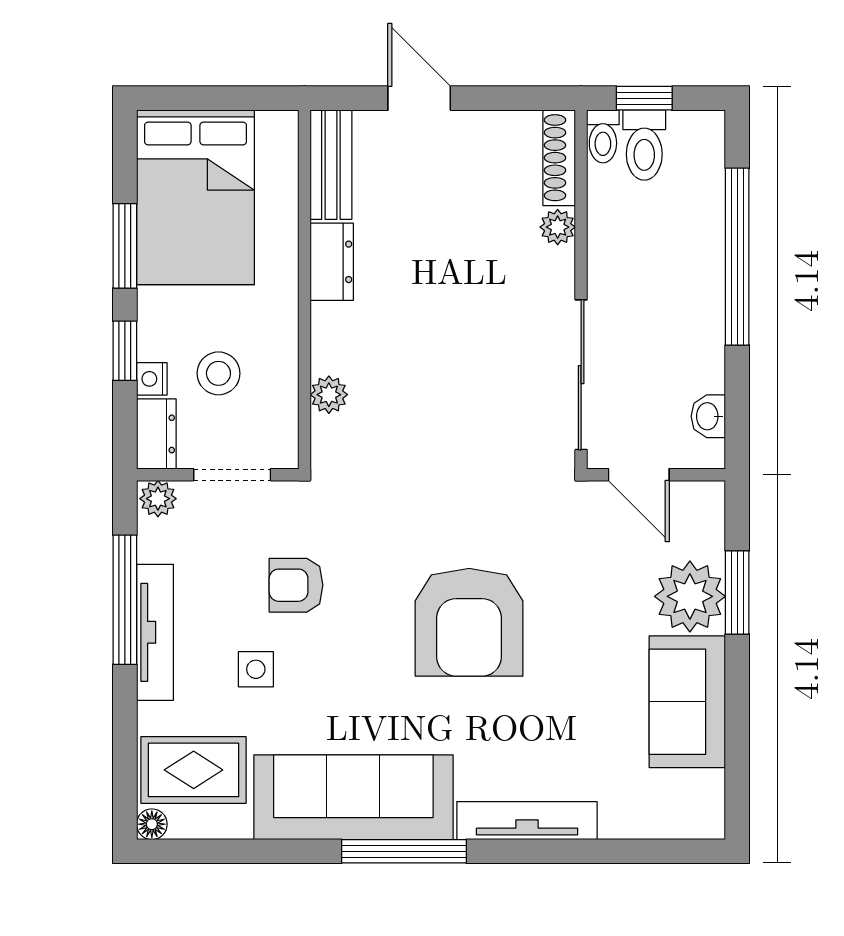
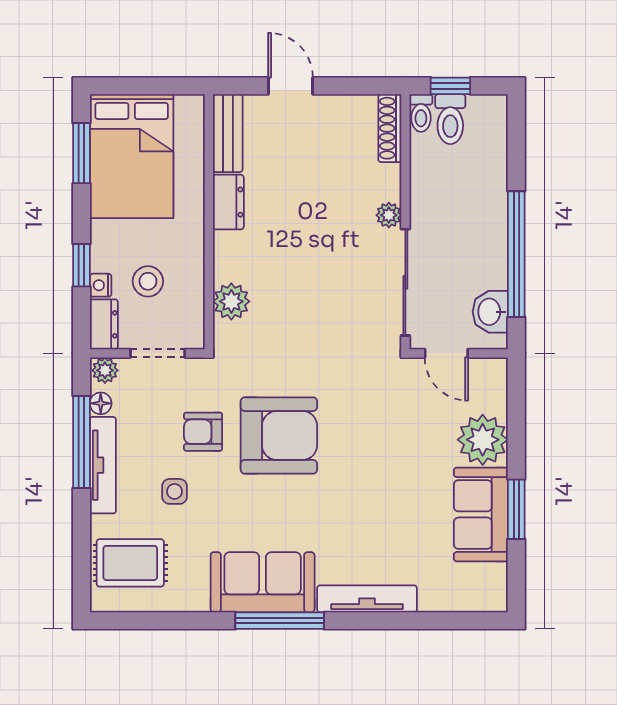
plant: (558, 227) -> (389, 215), moved
window: (125, 246) -> (81, 153), moved
window: (737, 257) -> (516, 254), moved
plant: (329, 395) -> (231, 301), width x1.38, depth x1.38
washbasin: (708, 416) -> (490, 312), width x1.38, depth x1.45
window: (737, 592) -> (516, 509), moved
armchair: (469, 622) -> (279, 435), moved, turned -90
sofa: (353, 797) -> (263, 582), width x0.73
floor lamp: (152, 824) -> (101, 403), moved

